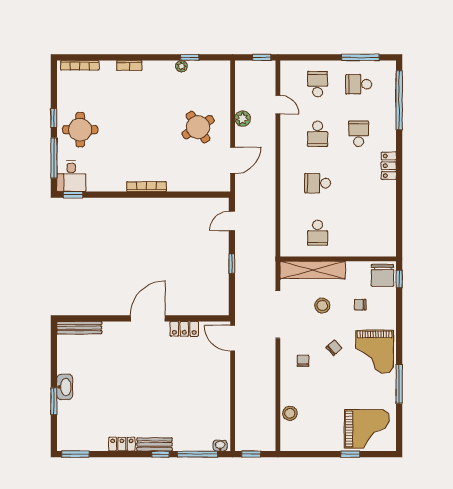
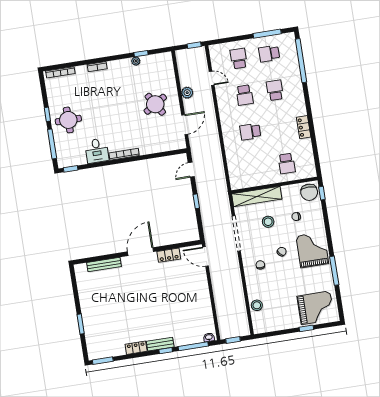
locker: (389, 166) -> (304, 127), moved
desk: (71, 176) -> (97, 151), moved
school desk: (318, 233) -> (287, 164), moved
bench: (79, 328) -> (104, 264), moved
grand piano: (375, 352) -> (312, 250), turned 180
washbasin: (65, 387) -> (87, 312), removed

